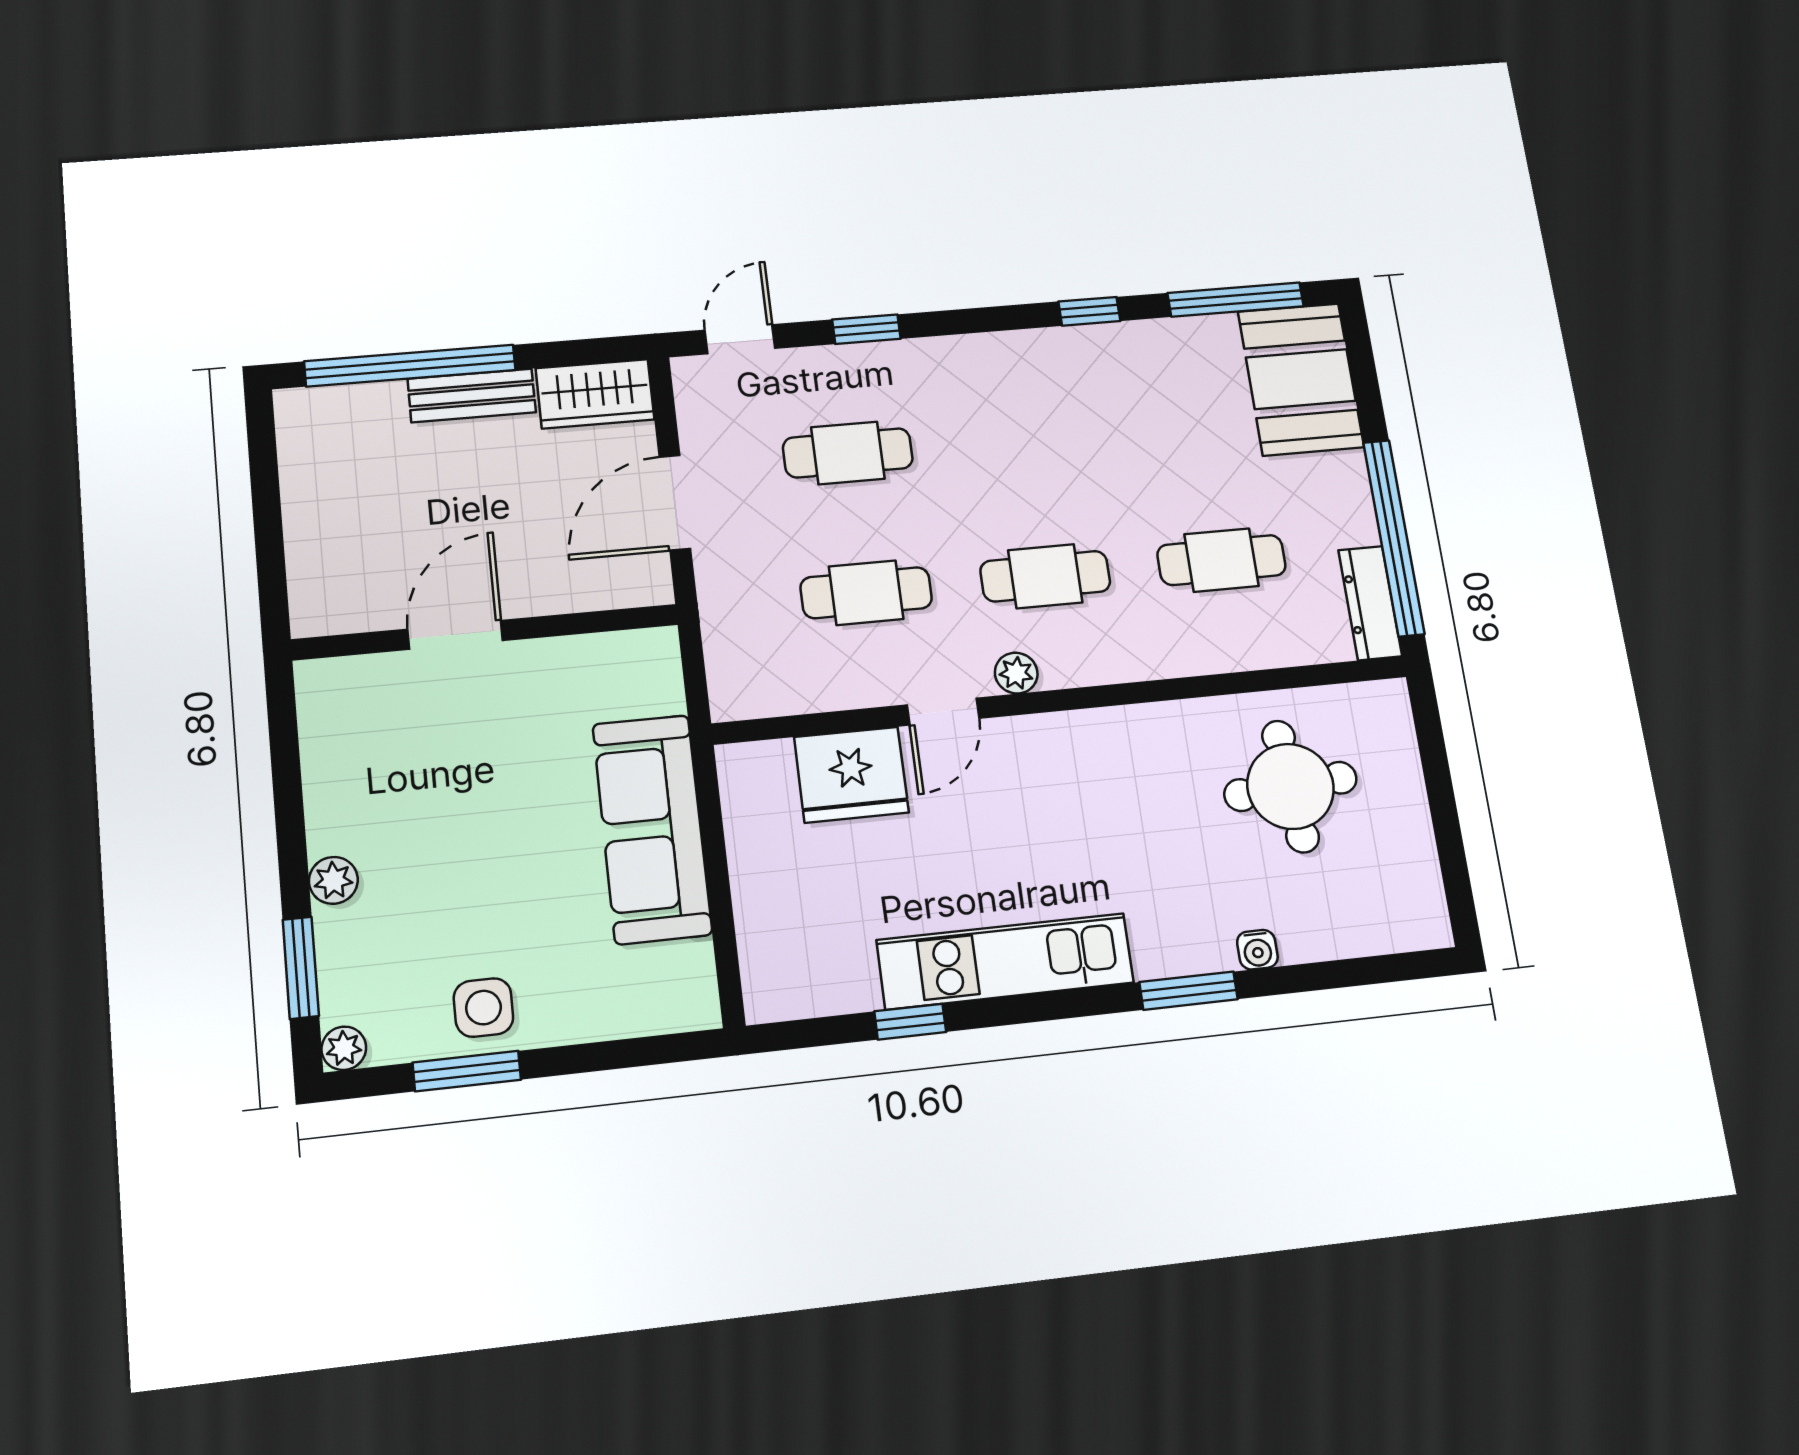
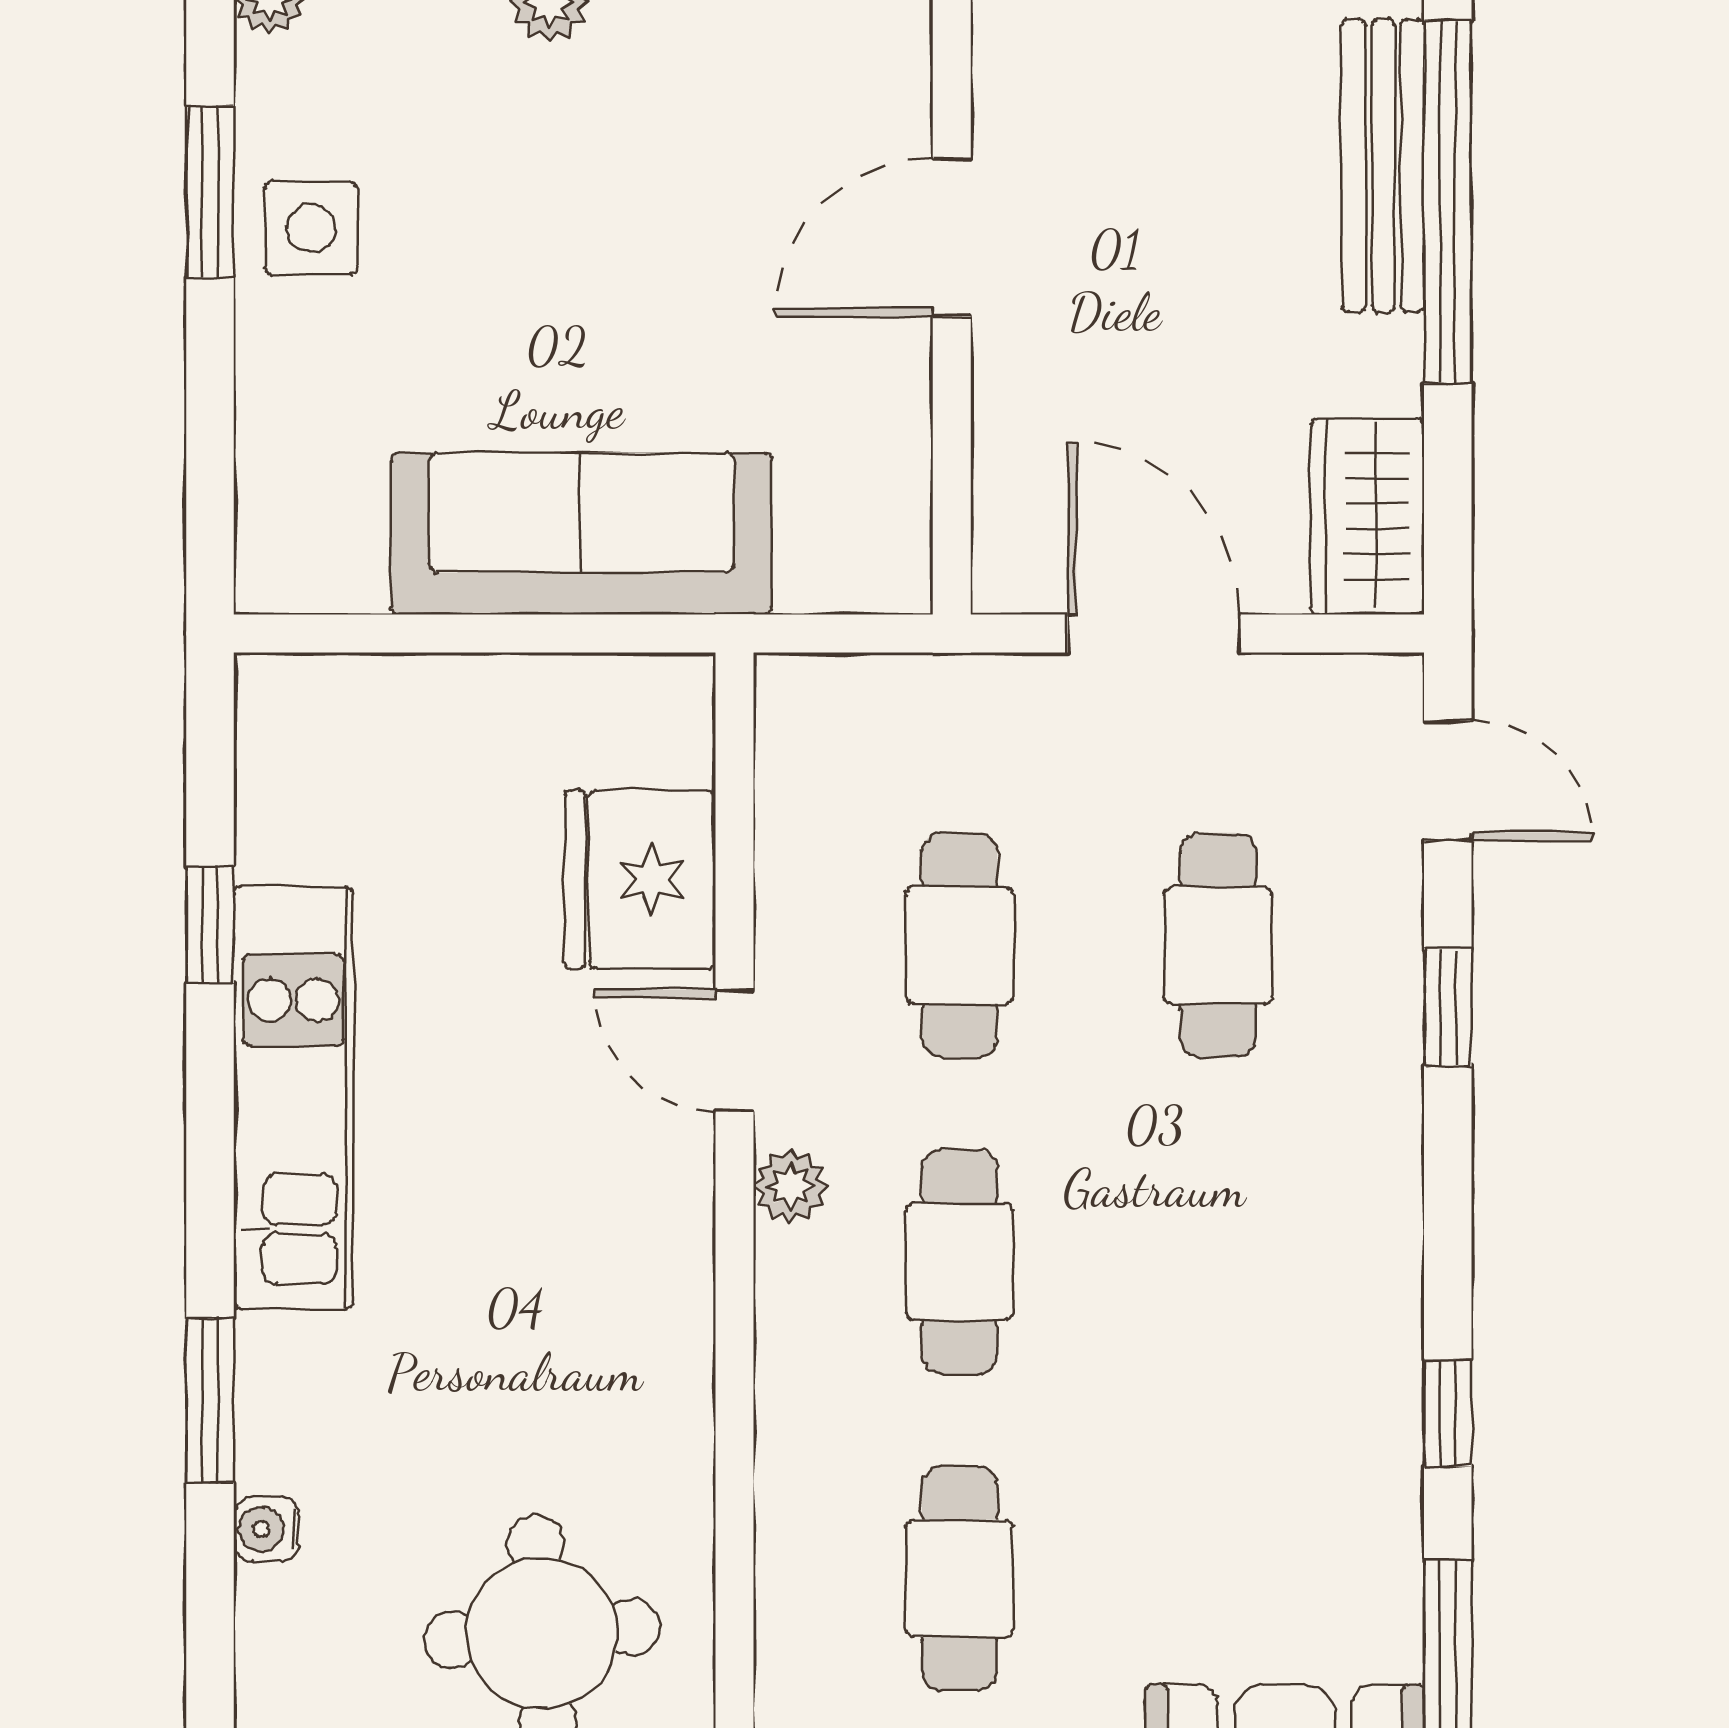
bench: (472, 395) -> (1383, 166), moved, width x1.36
door: (455, 635) -> (952, 237), swing flipped

